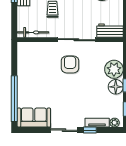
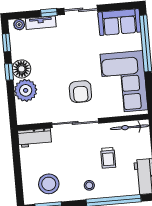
corner sofa: (34, 69) -> (124, 82), added

